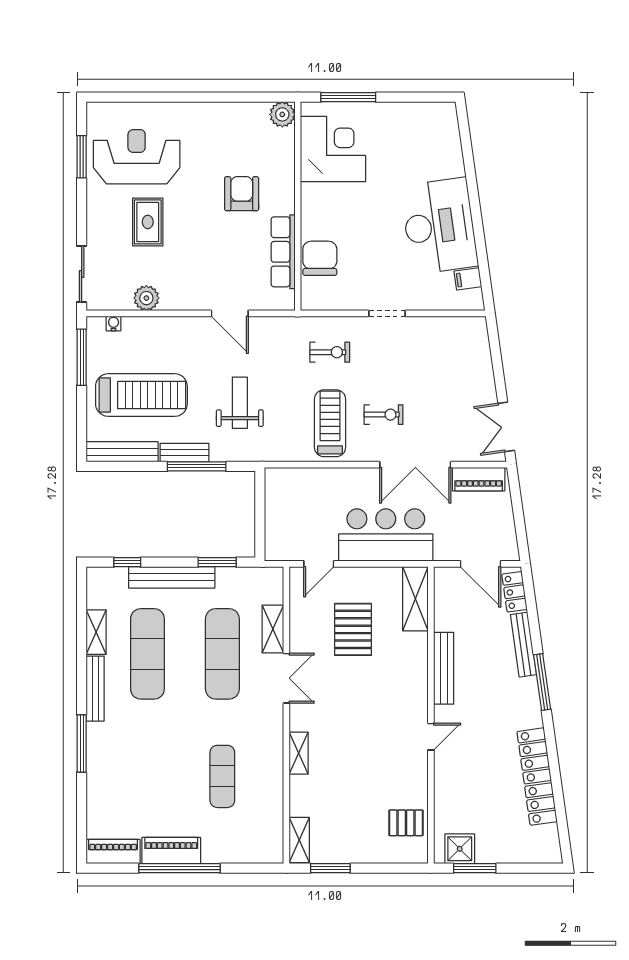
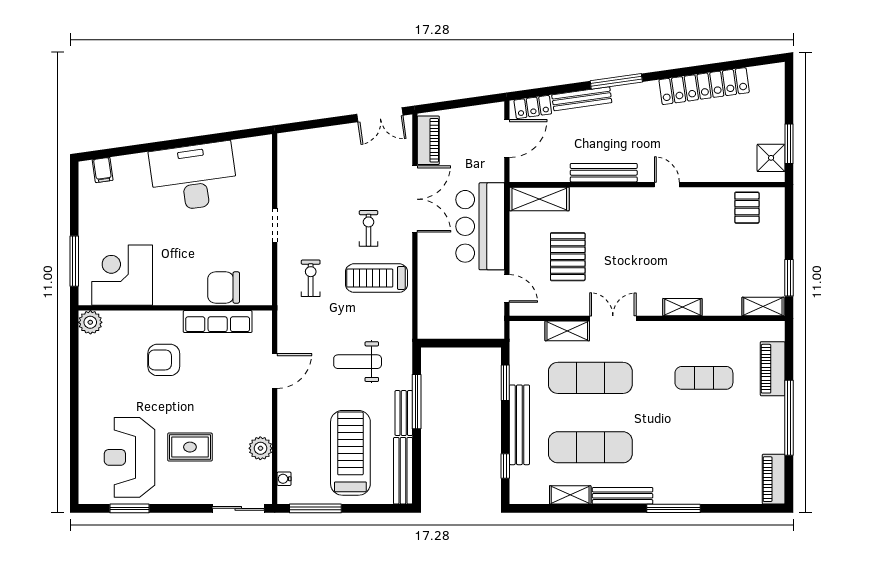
filing cabinet: (468, 279) -> (103, 170), moved
pallet: (353, 629) -> (568, 257), turned 90
piano: (171, 851) -> (773, 369), moved

